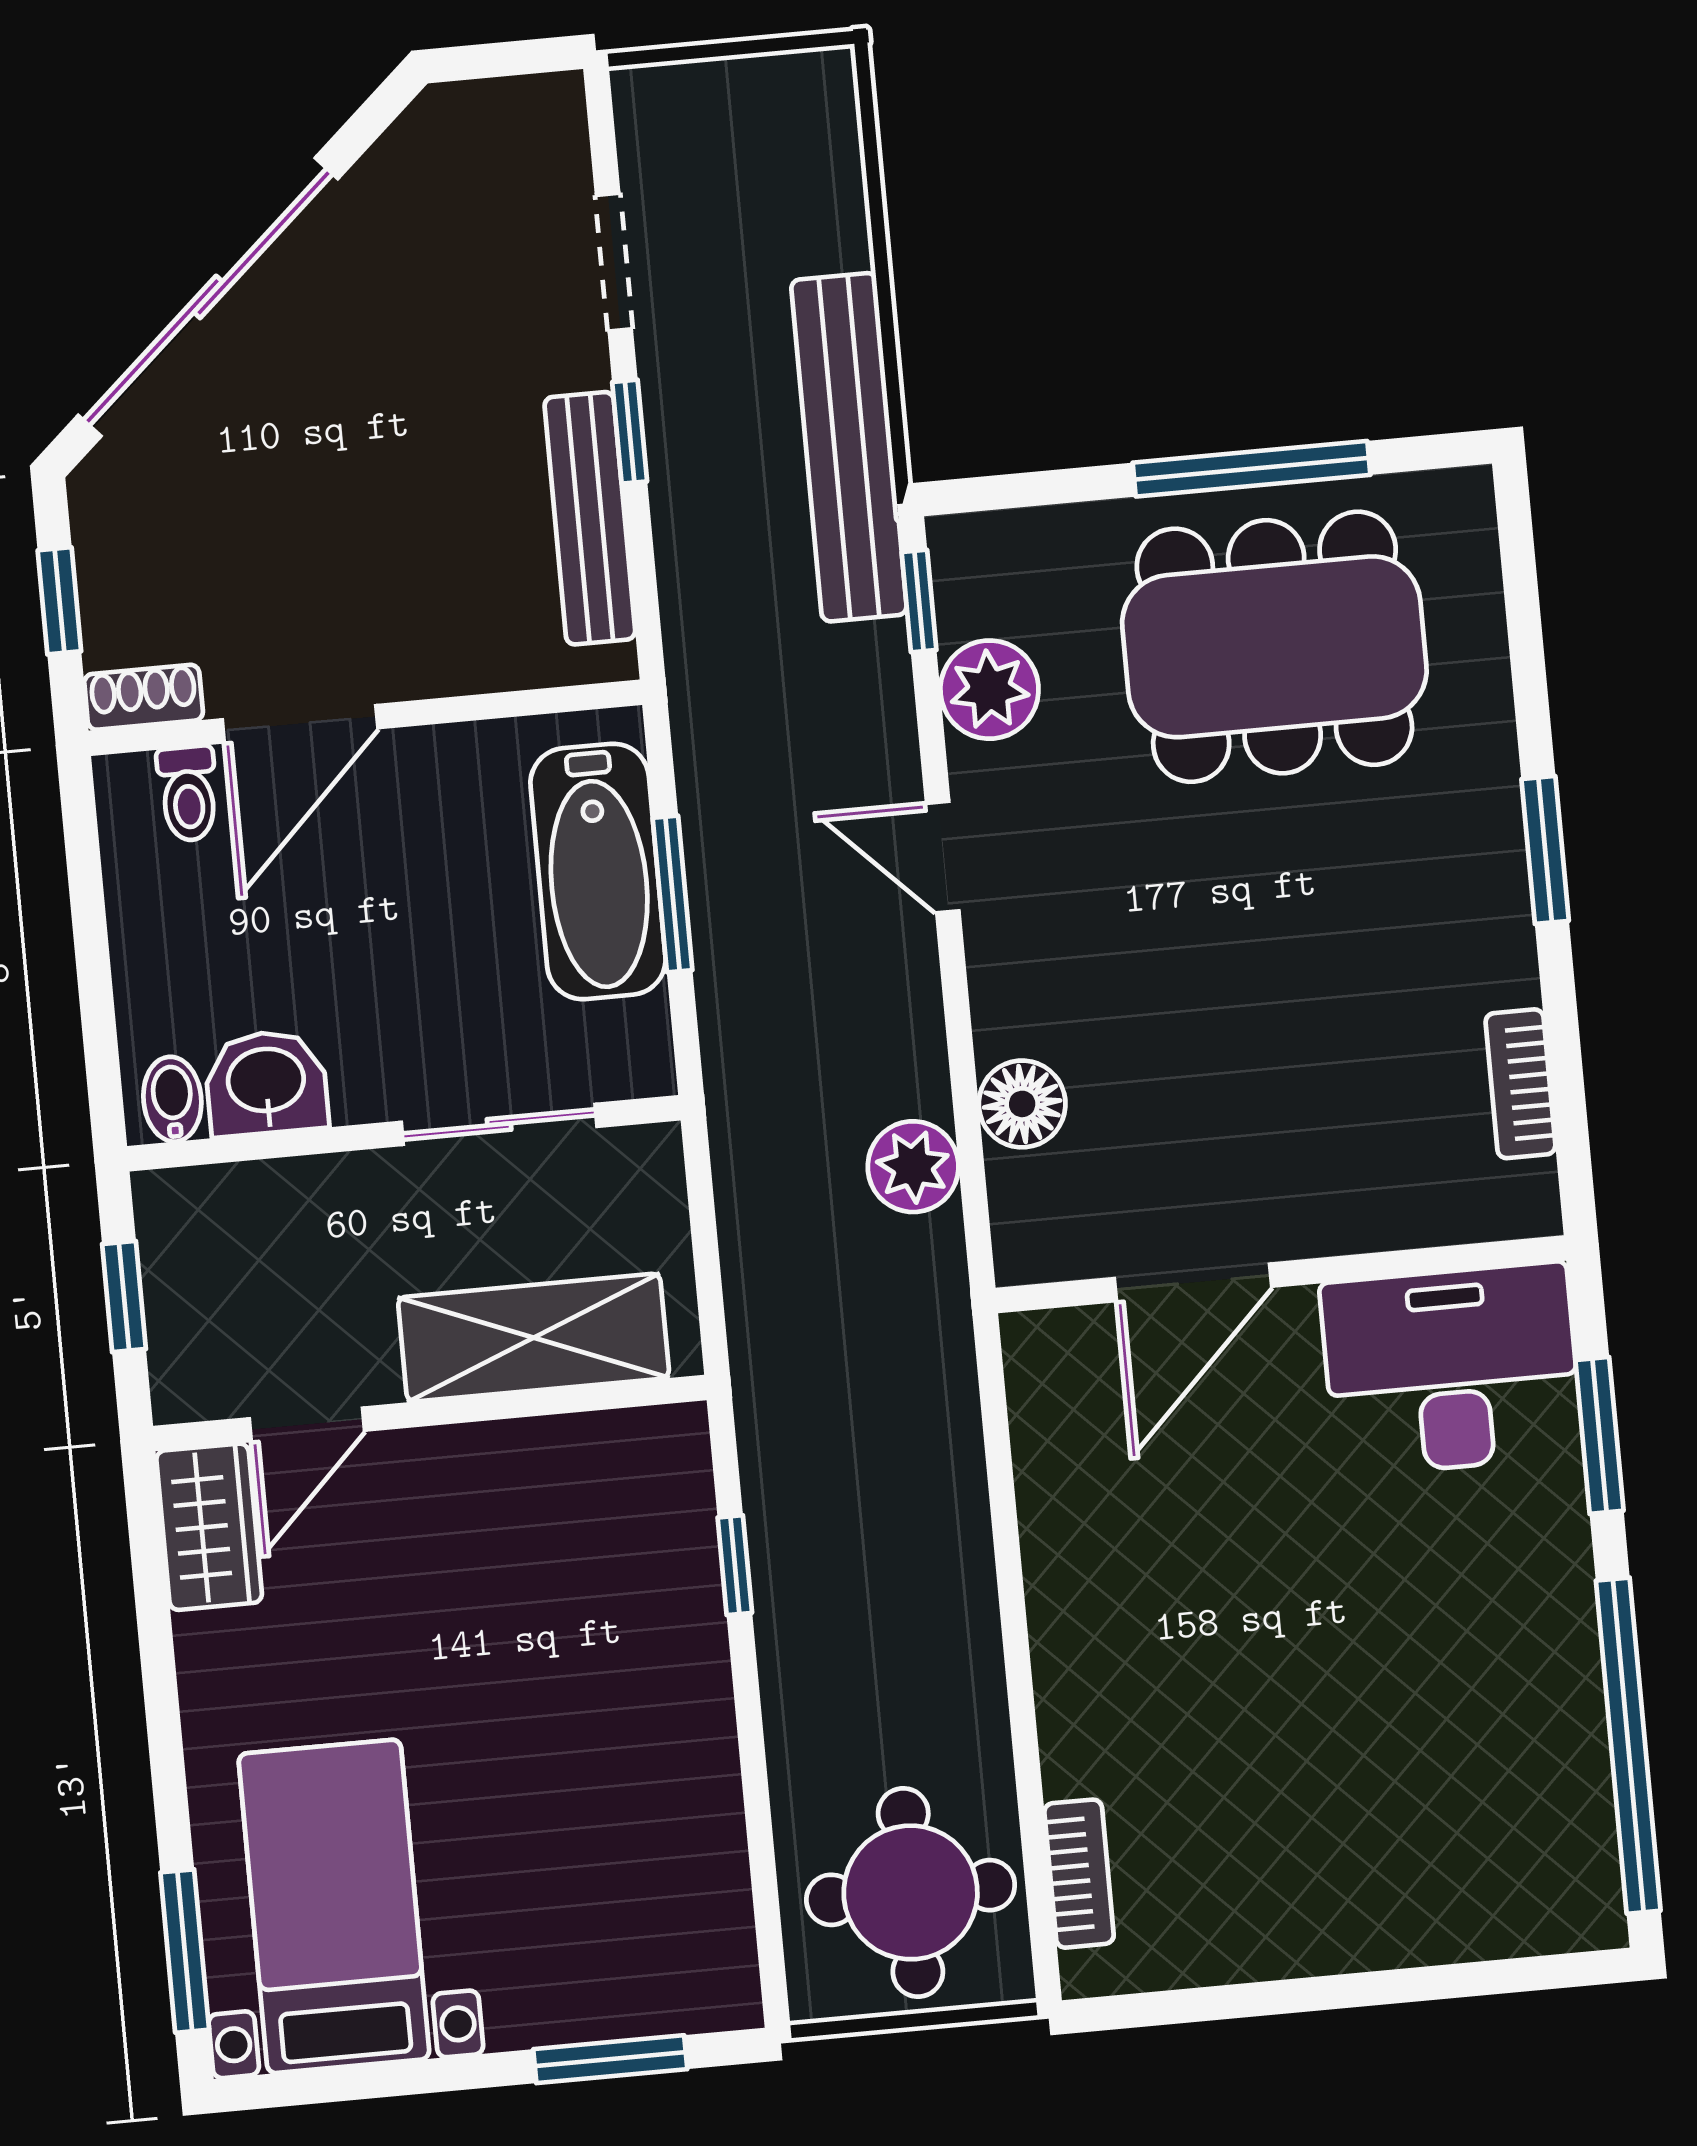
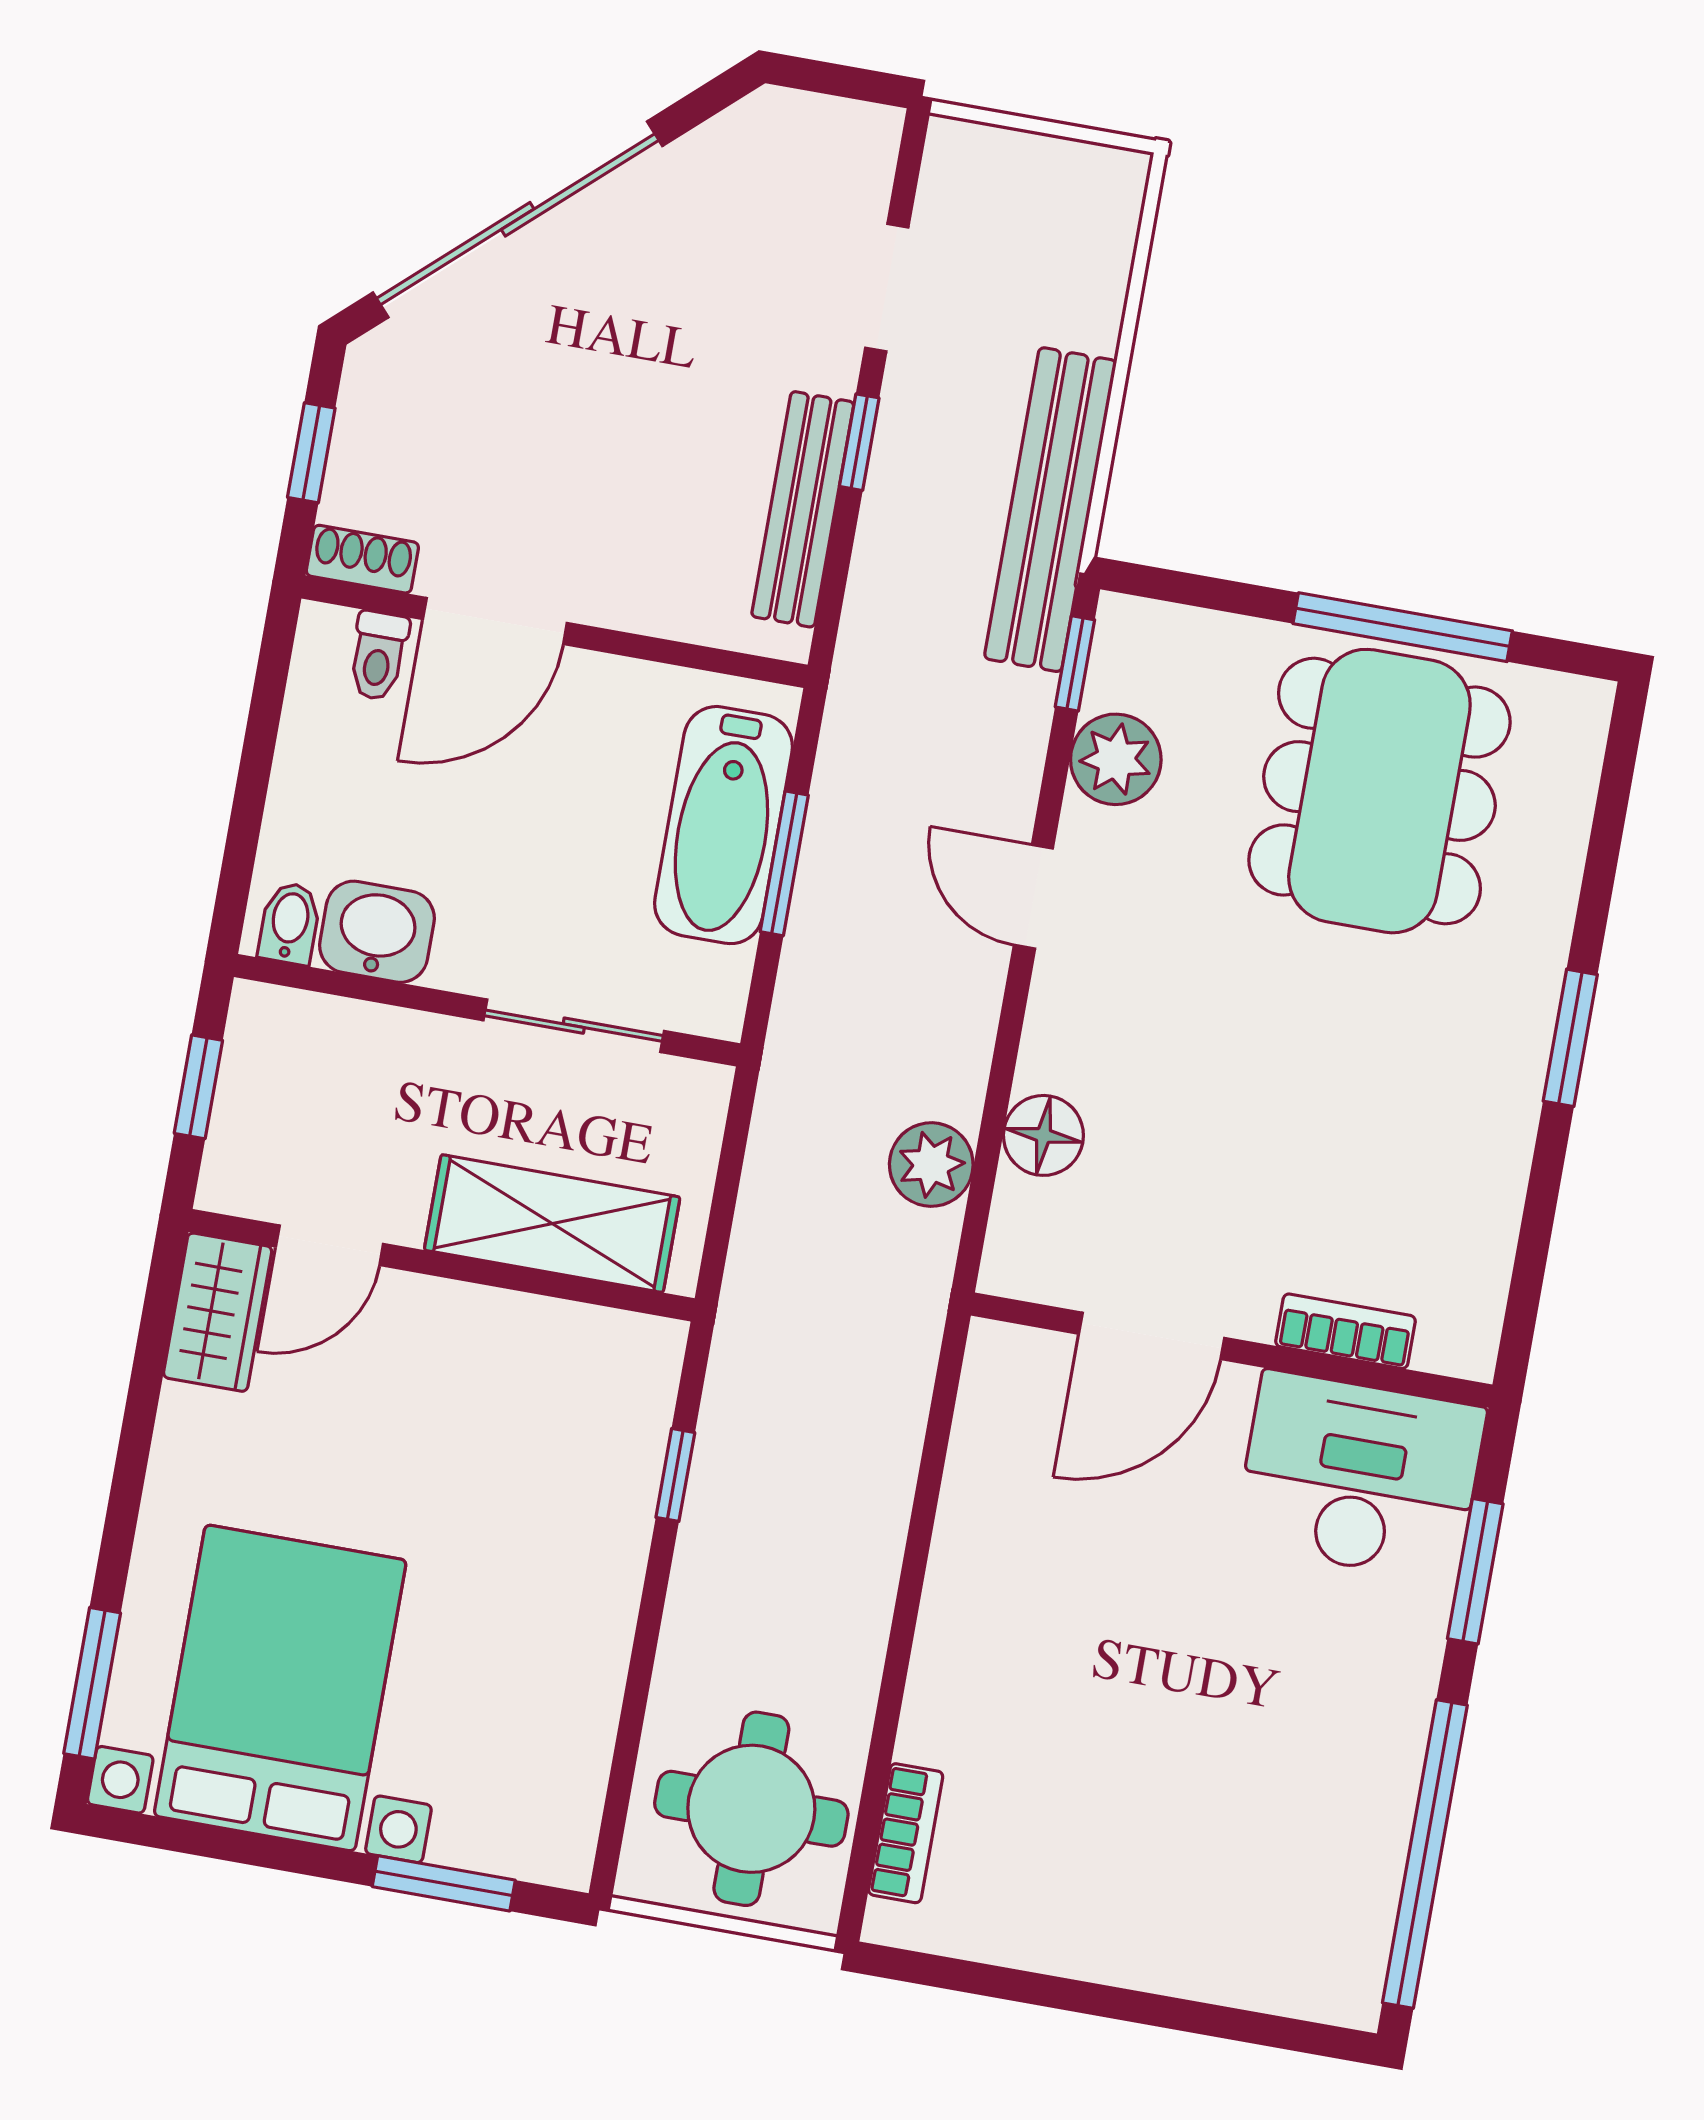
dining table: (1274, 647) -> (1379, 791), turned 90
bookcase: (1520, 1084) -> (1346, 1331), moved, turned 90
bed with nightstands: (334, 1906) -> (280, 1688), width x1.36

